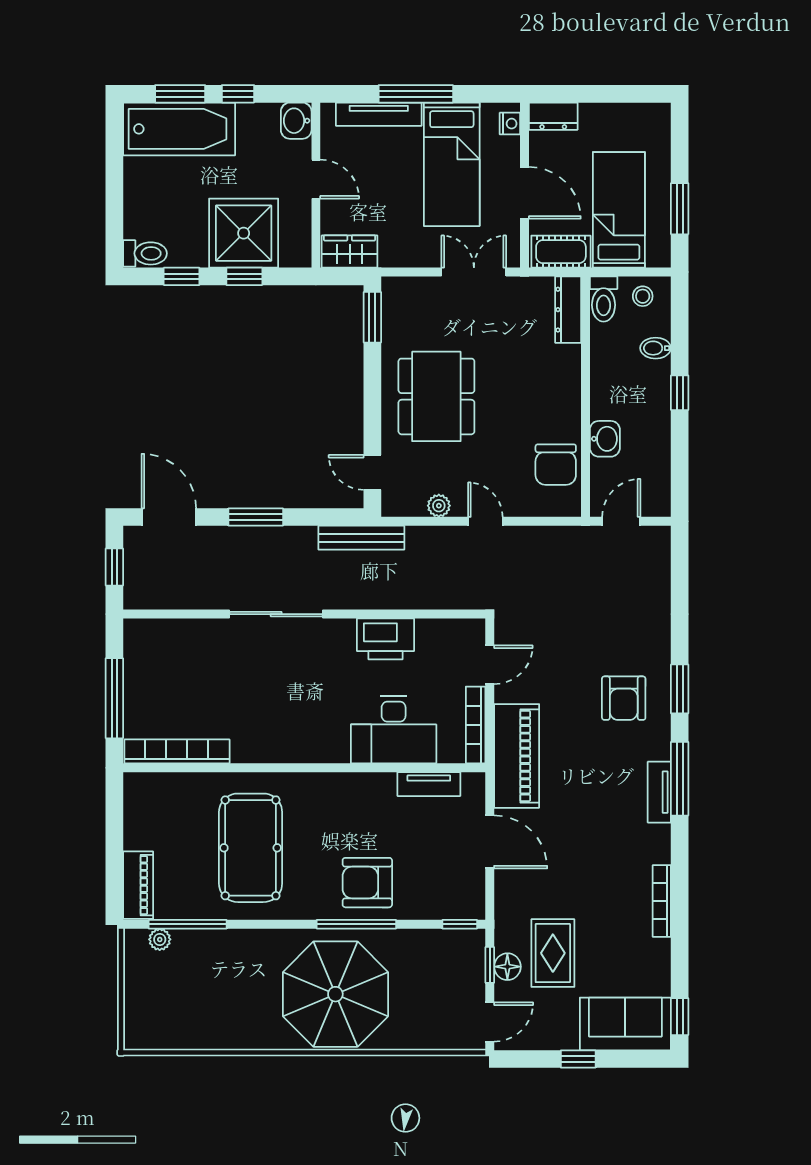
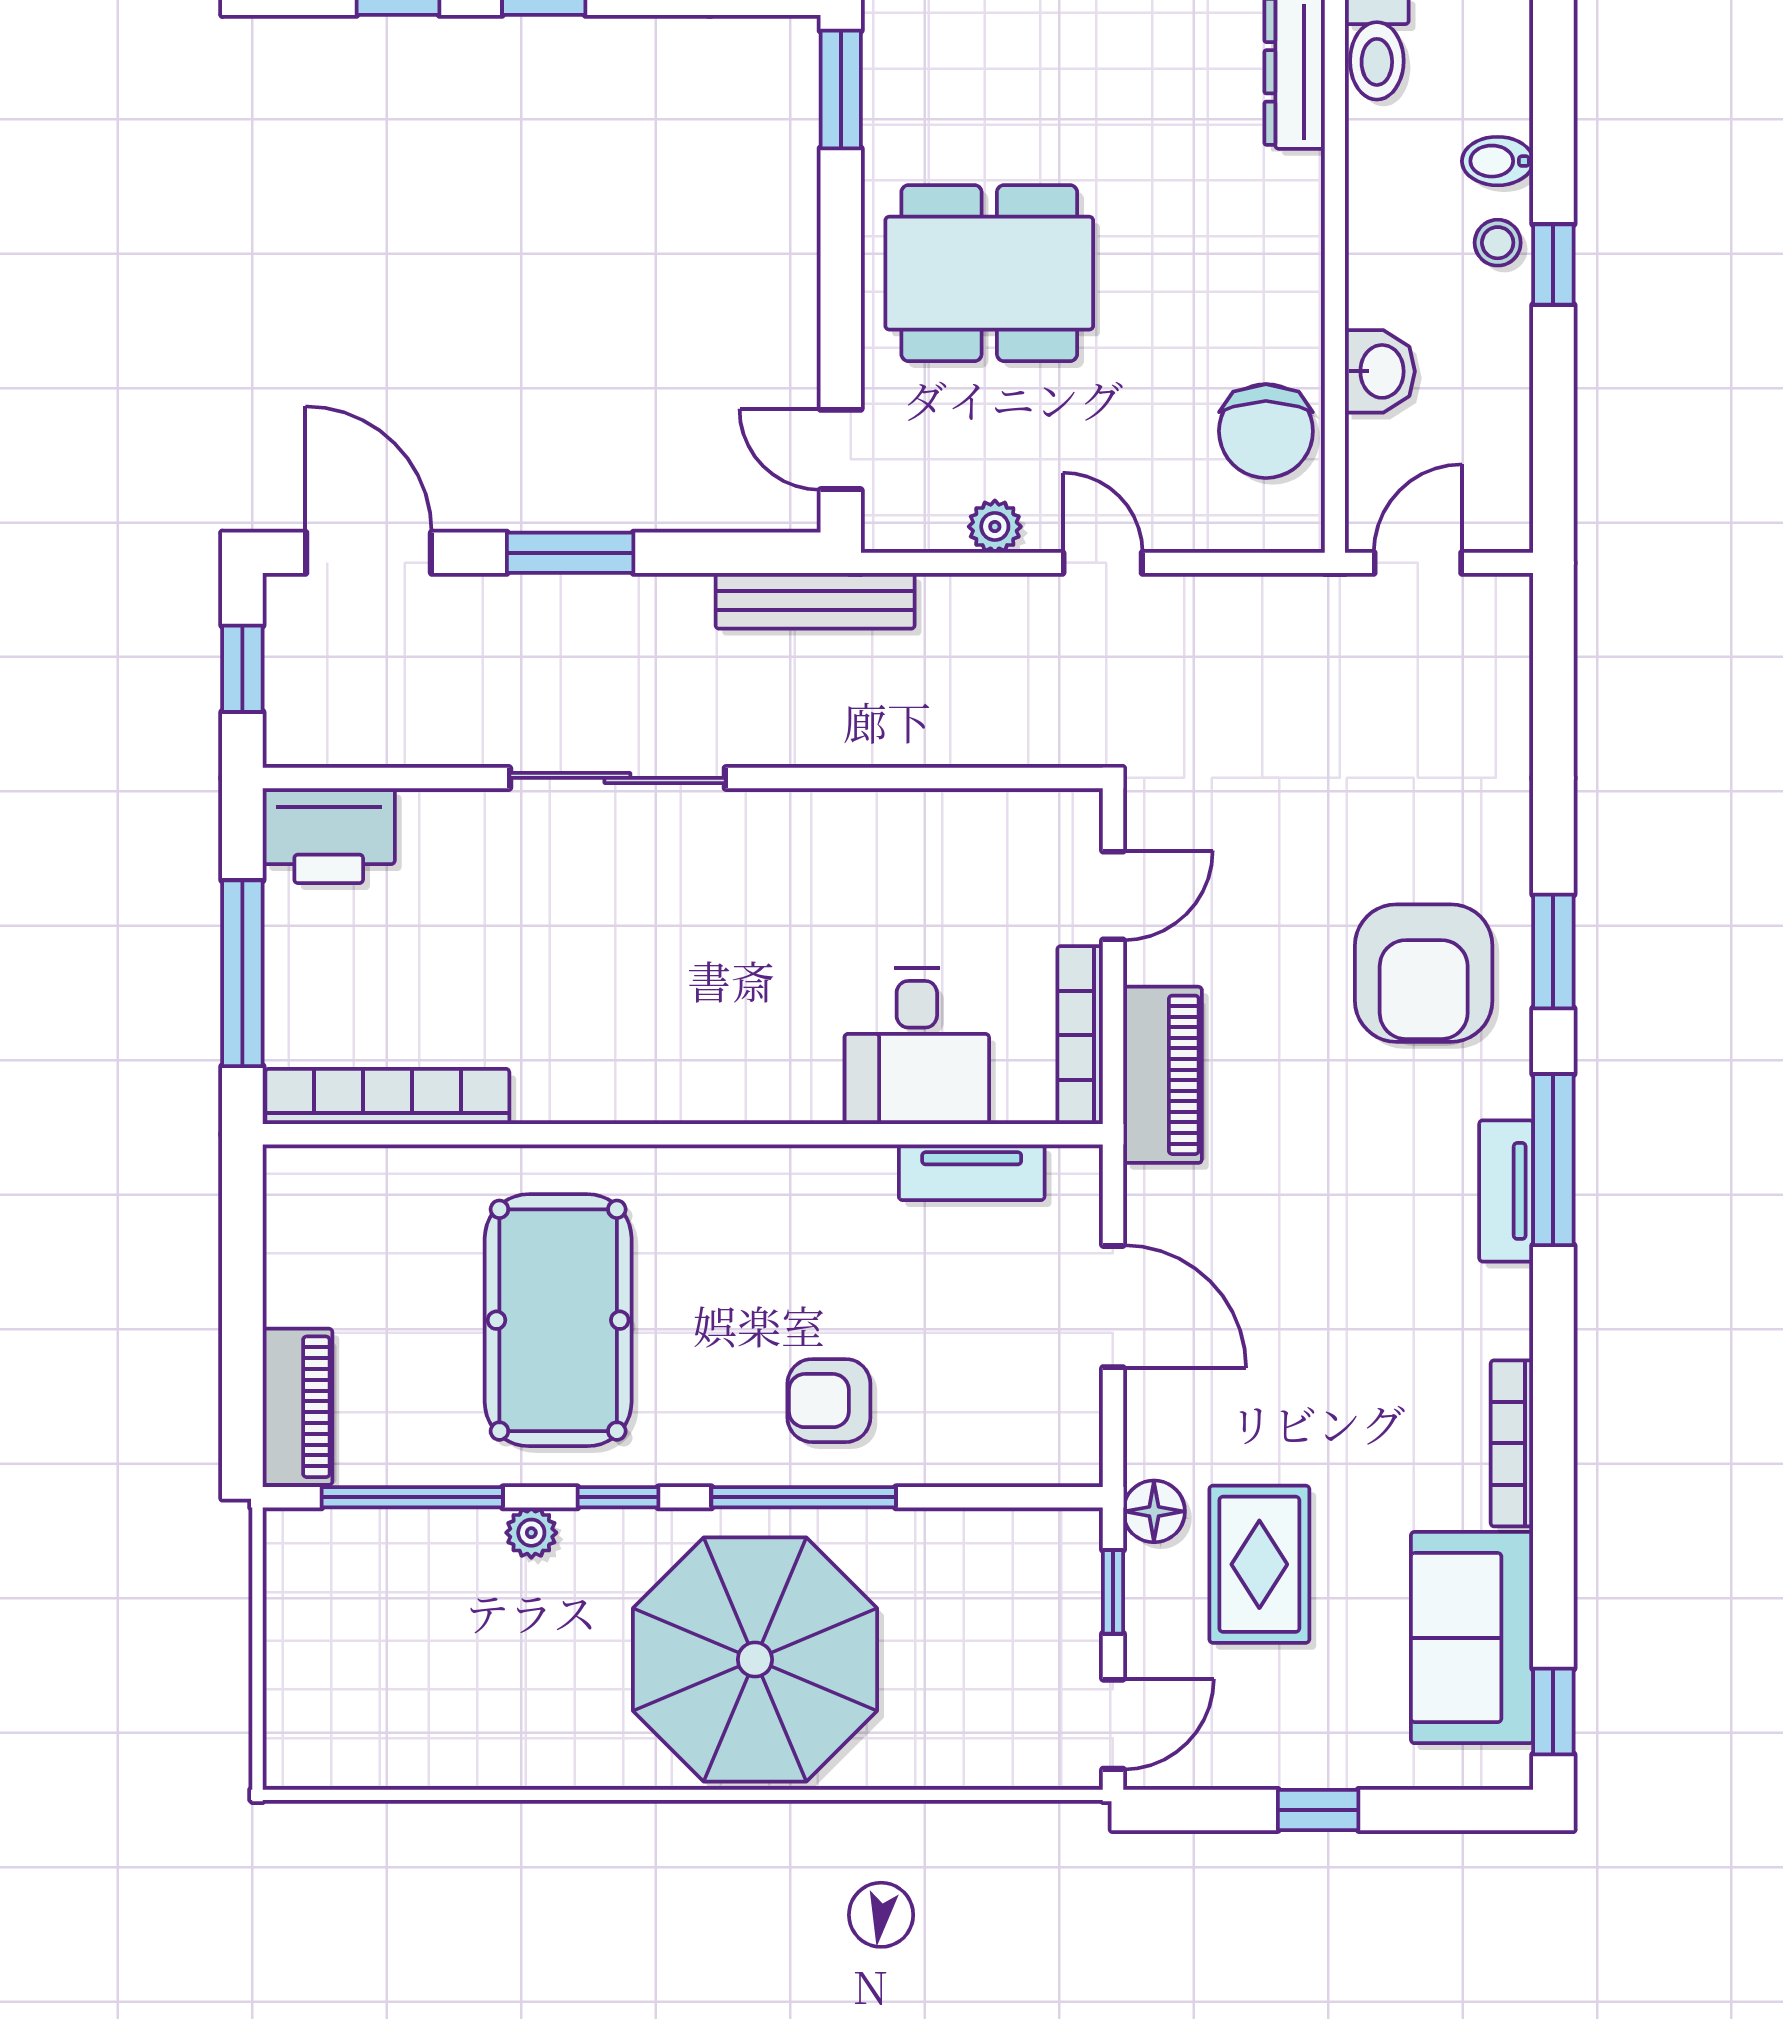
stool: (643, 296) -> (1498, 243), moved
dining table: (436, 396) -> (989, 273), turned 90
printer: (385, 639) -> (329, 836), moved
armchair: (624, 698) -> (1424, 973), width x1.36, depth x1.36
desk: (394, 730) -> (917, 1046), width x0.73
piano: (517, 756) -> (1162, 1075), width x0.73, depth x0.75
armchair: (367, 883) -> (829, 1401), width x0.72, depth x0.72
window: (460, 924) -> (618, 1497), moved
plant: (160, 939) -> (531, 1533), moved
floor lamp: (507, 967) -> (1154, 1511), moved
sofa: (625, 1024) -> (1472, 1638), moved, turned -90

